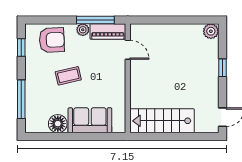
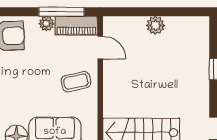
plant: (211, 31) -> (155, 25), moved
coffee table: (68, 76) -> (76, 82), moved

